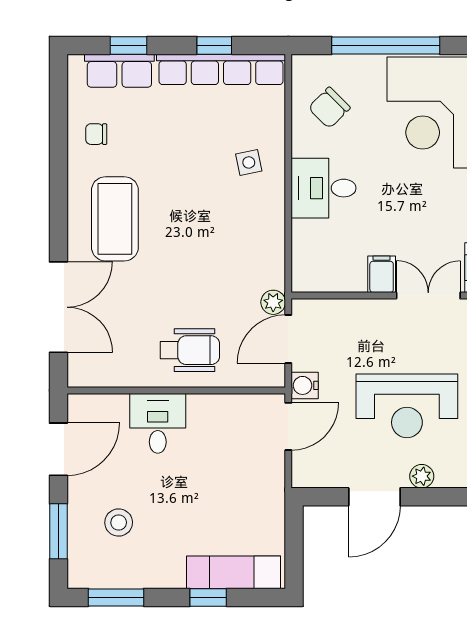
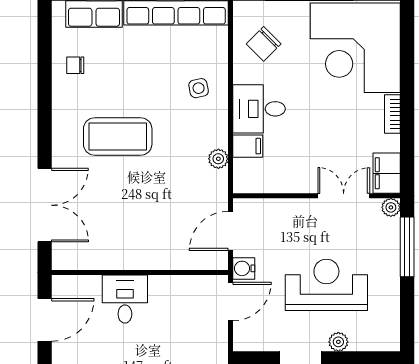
coffee table: (115, 219) -> (118, 137), moved, turned 90
filing cabinet: (382, 274) -> (248, 146), moved, turned 90
plant: (273, 302) -> (218, 159), moved
wheelchair: (190, 350) -> (151, 240), removed
reception desk: (407, 406) -> (326, 285), turned 180

